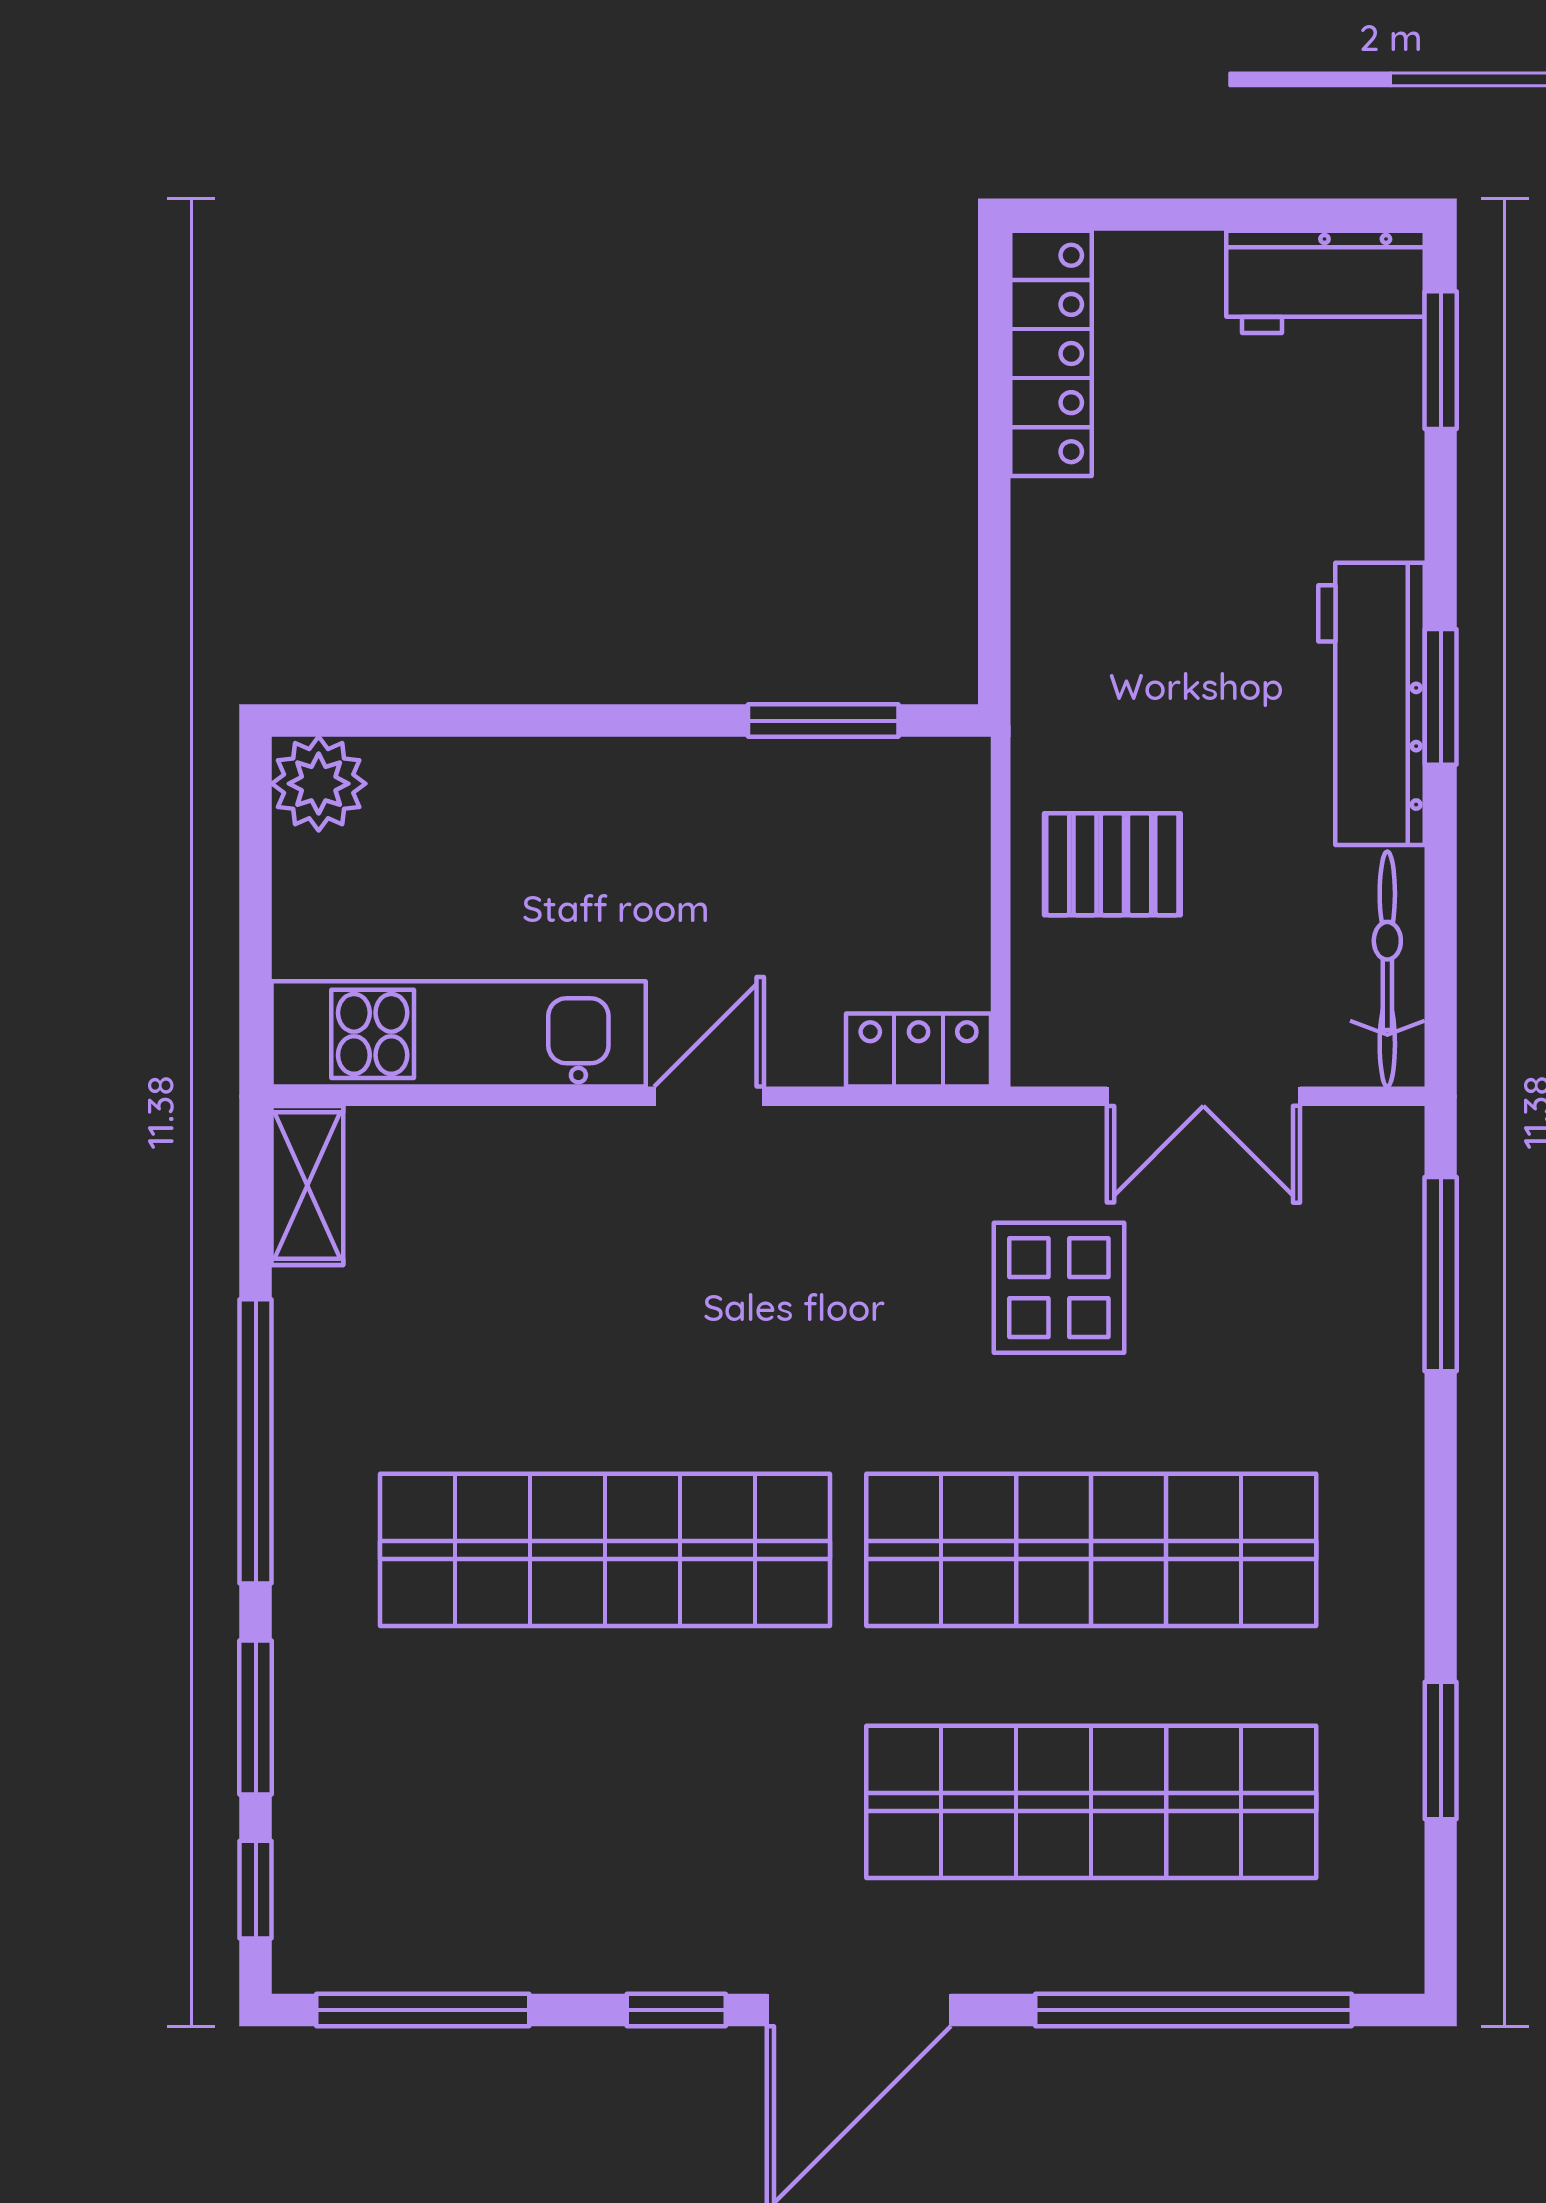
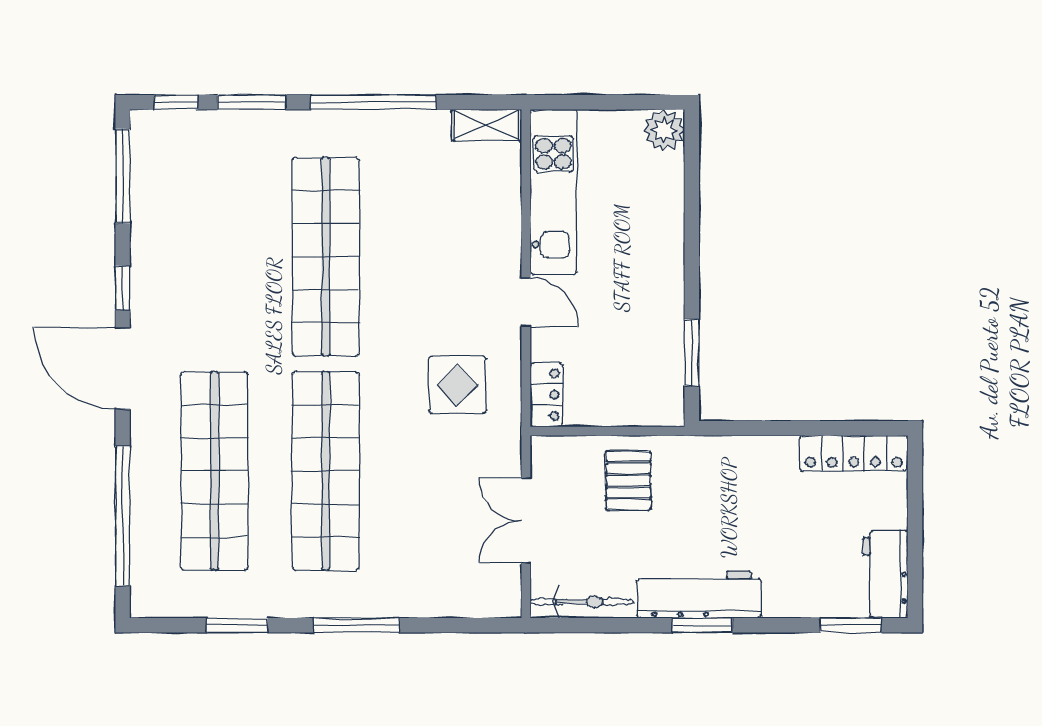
window: (1441, 1274) -> (356, 625), moved
display table: (1059, 1288) -> (457, 385), moved

